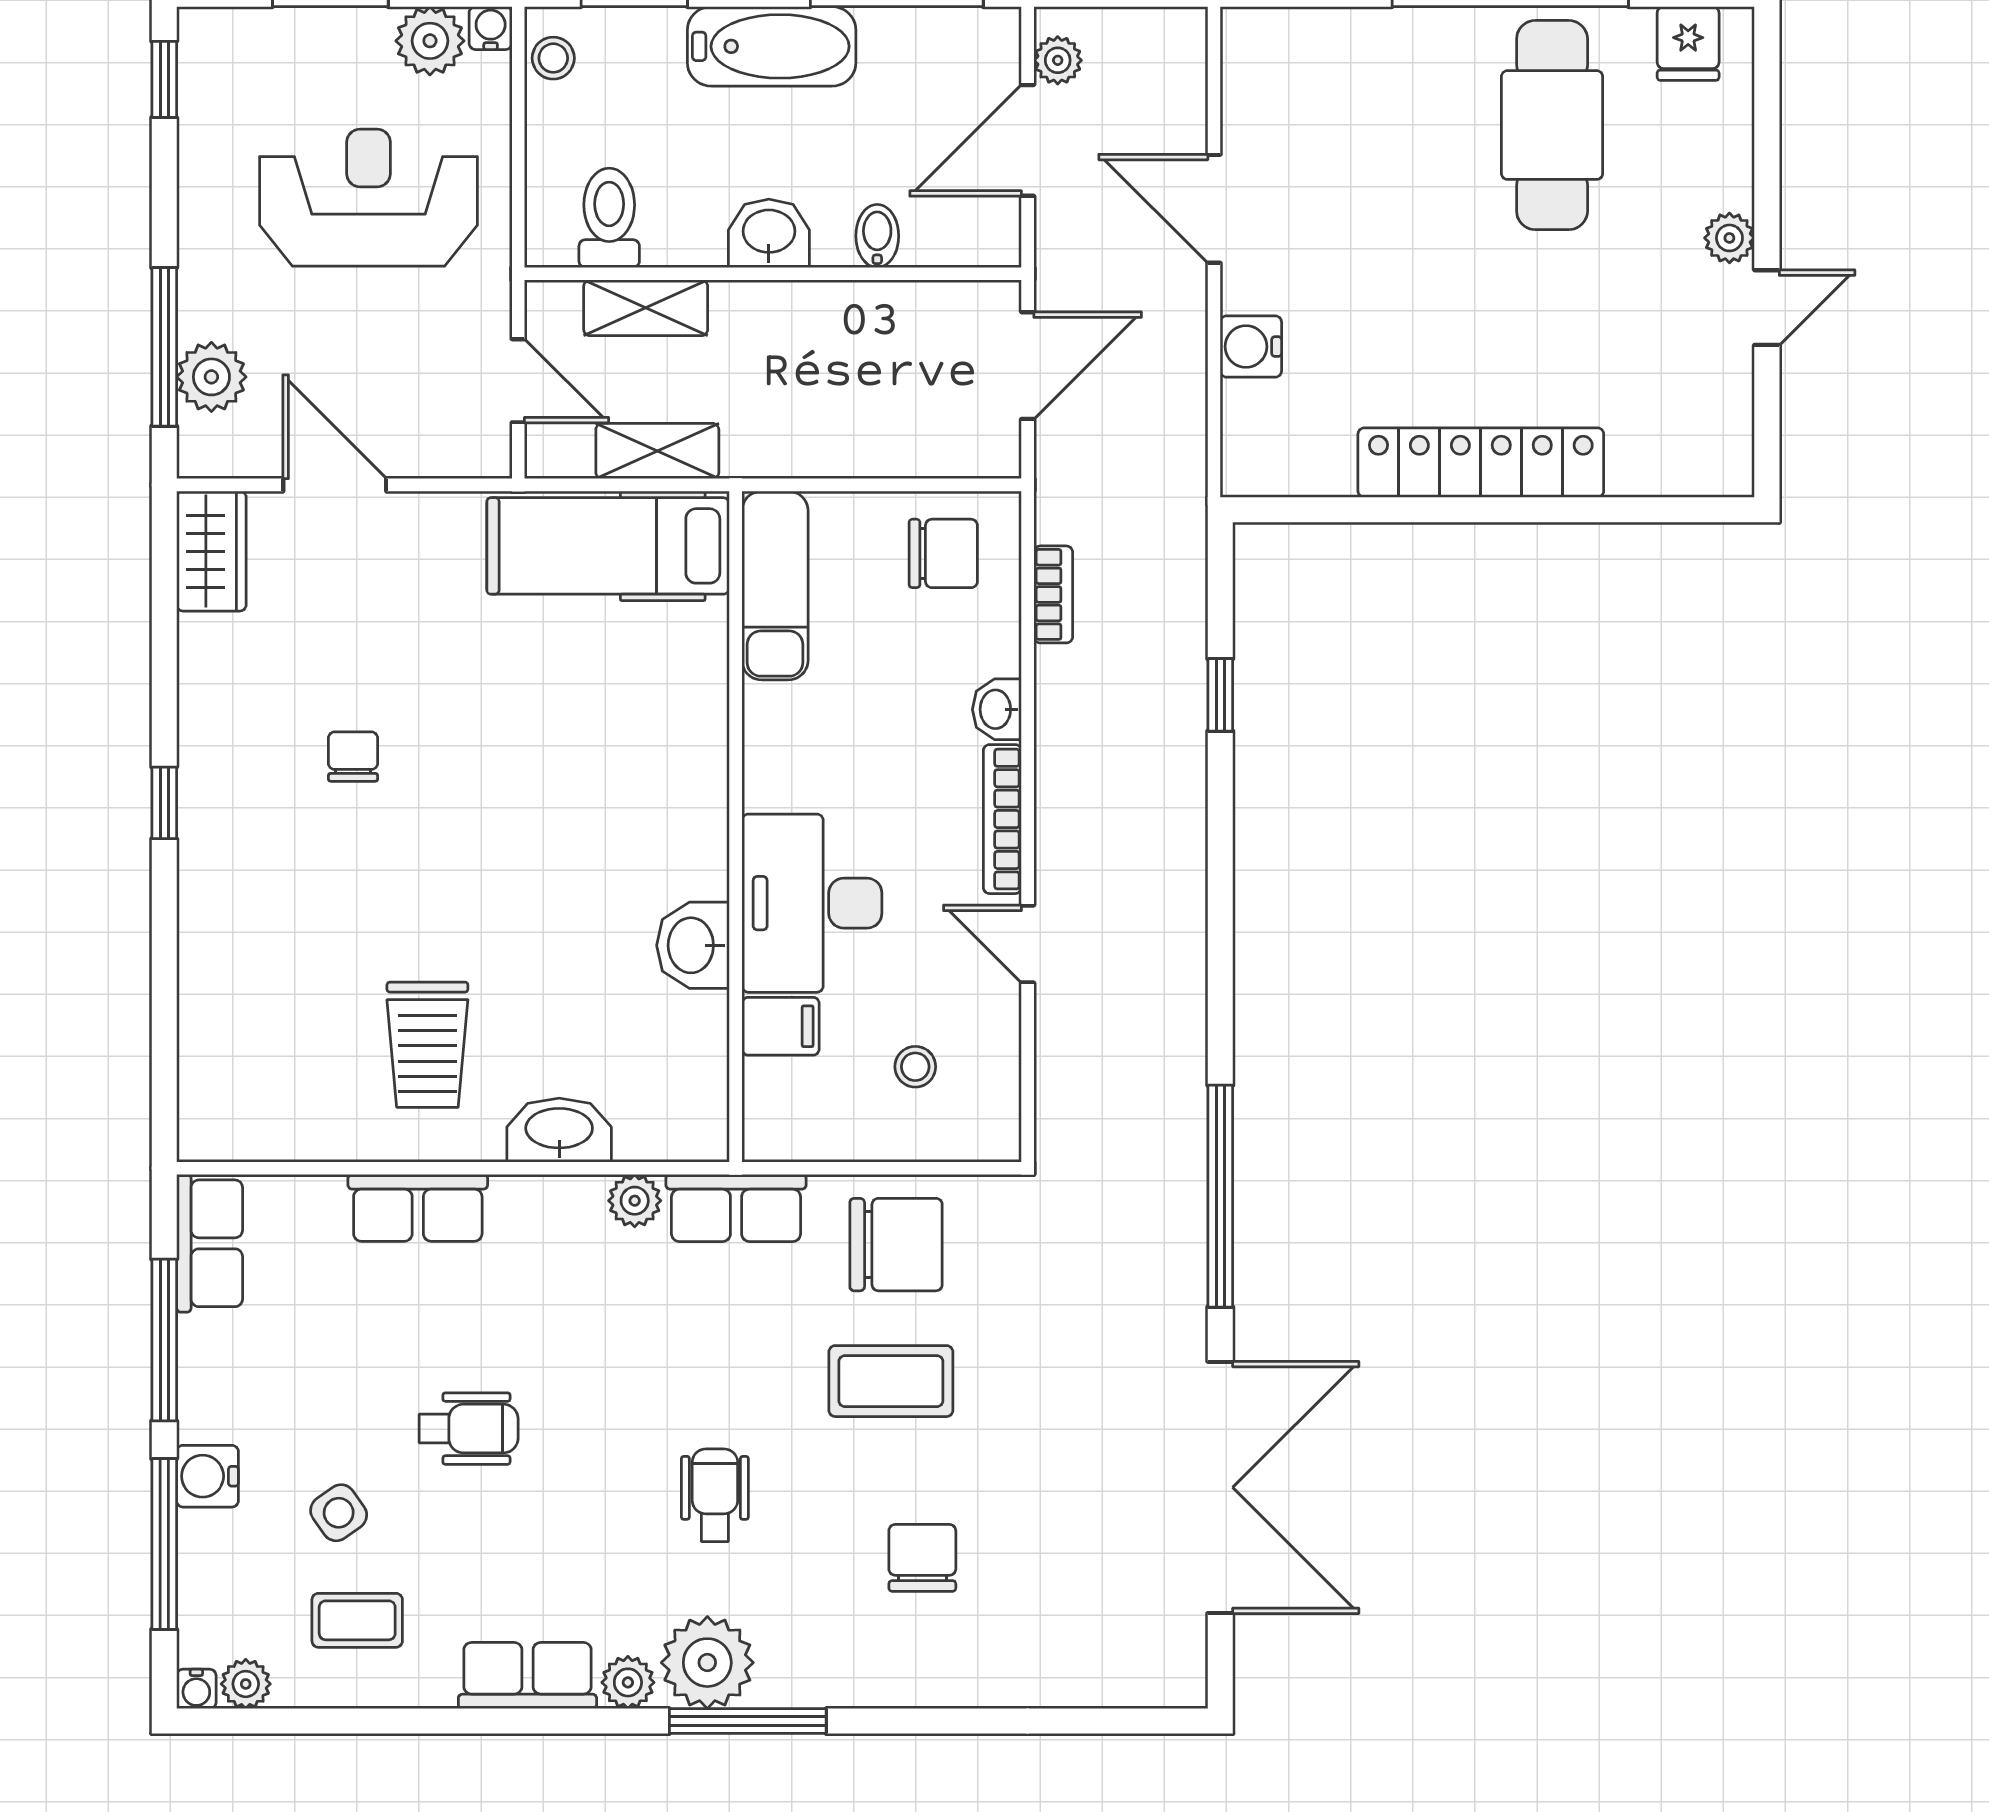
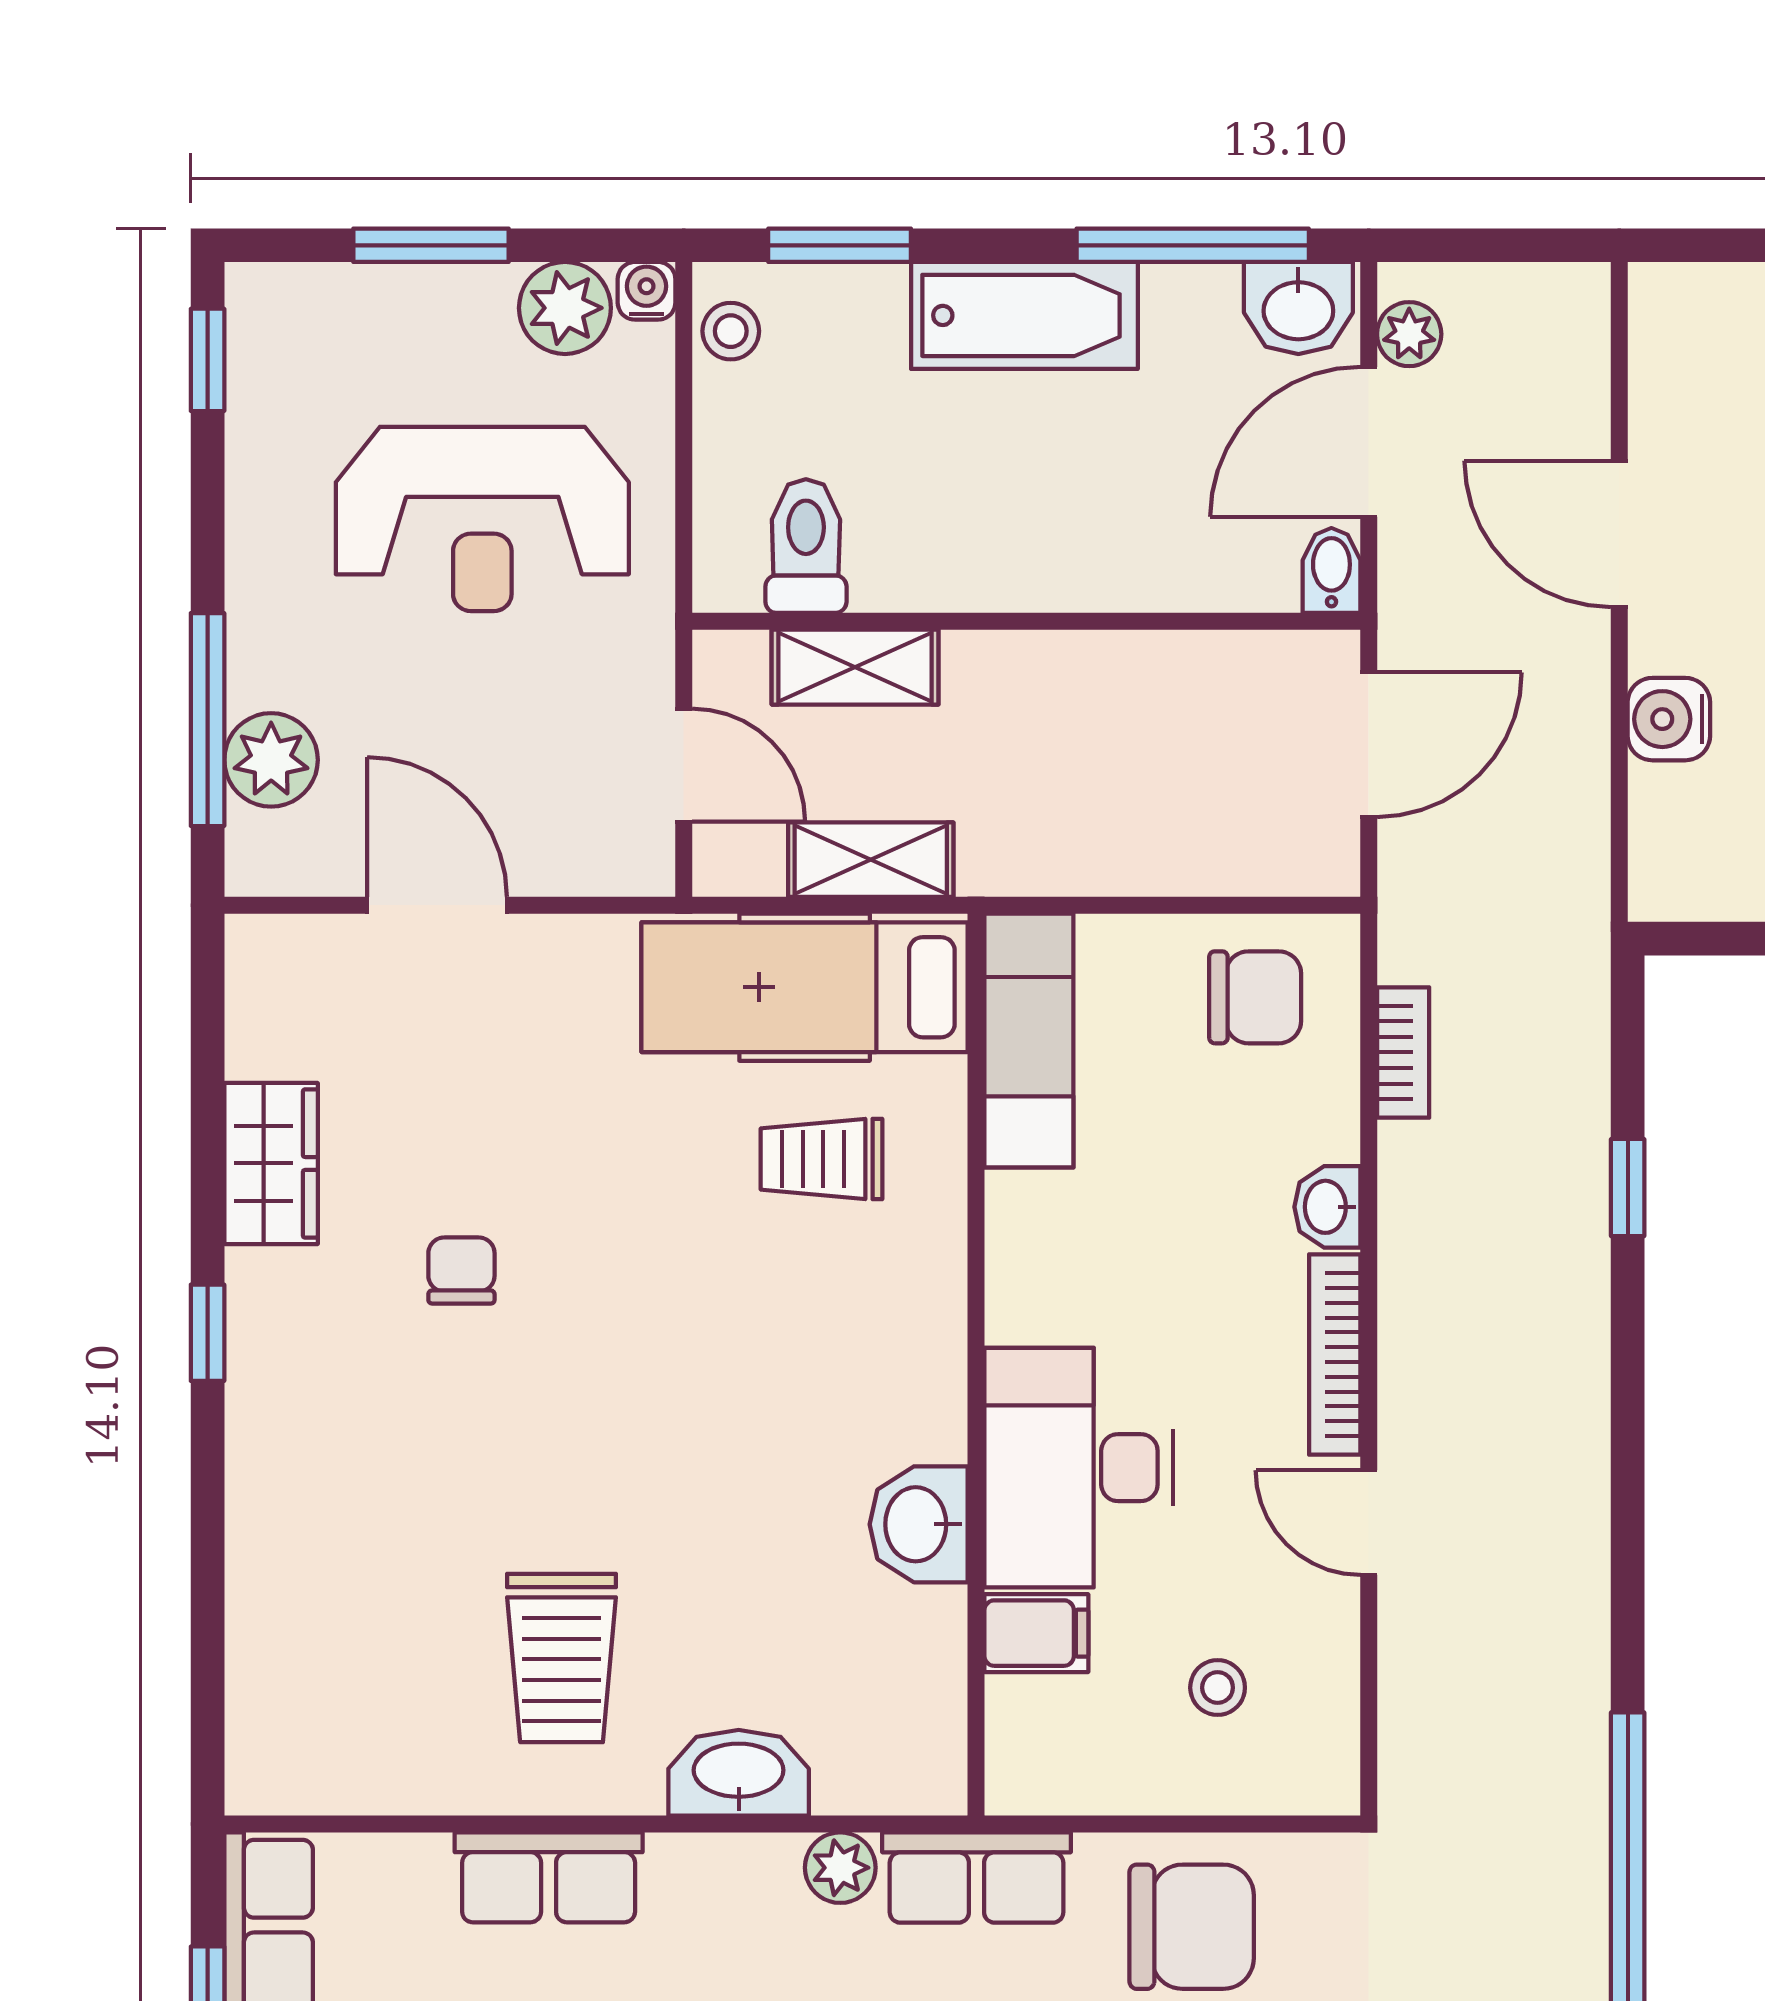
reception desk: (369, 198) -> (482, 519), turned 180
washbasin: (769, 233) -> (1298, 308), moved, turned 180
bidet: (877, 236) -> (1331, 570), moved
wardrobe: (211, 551) -> (271, 1163), moved
trolley: (621, 674) -> (821, 1159), added

